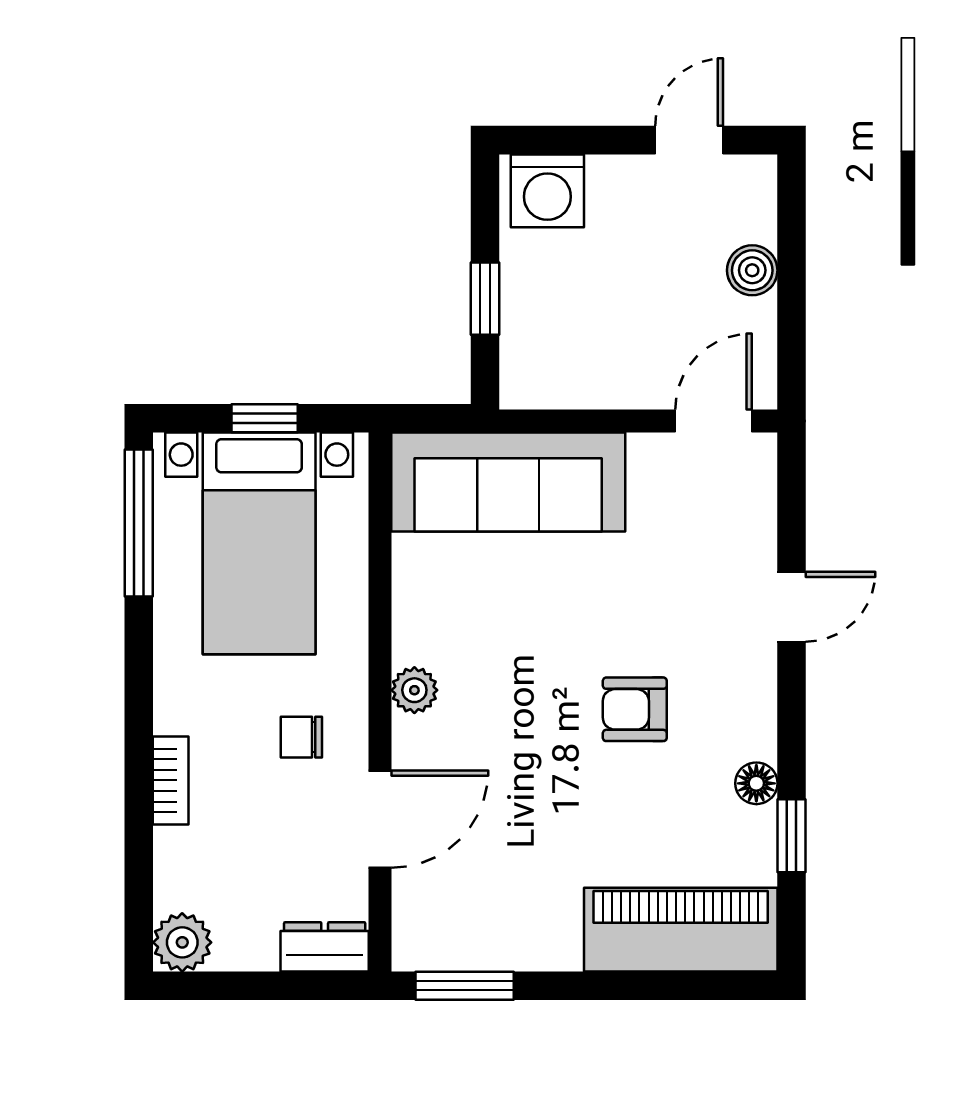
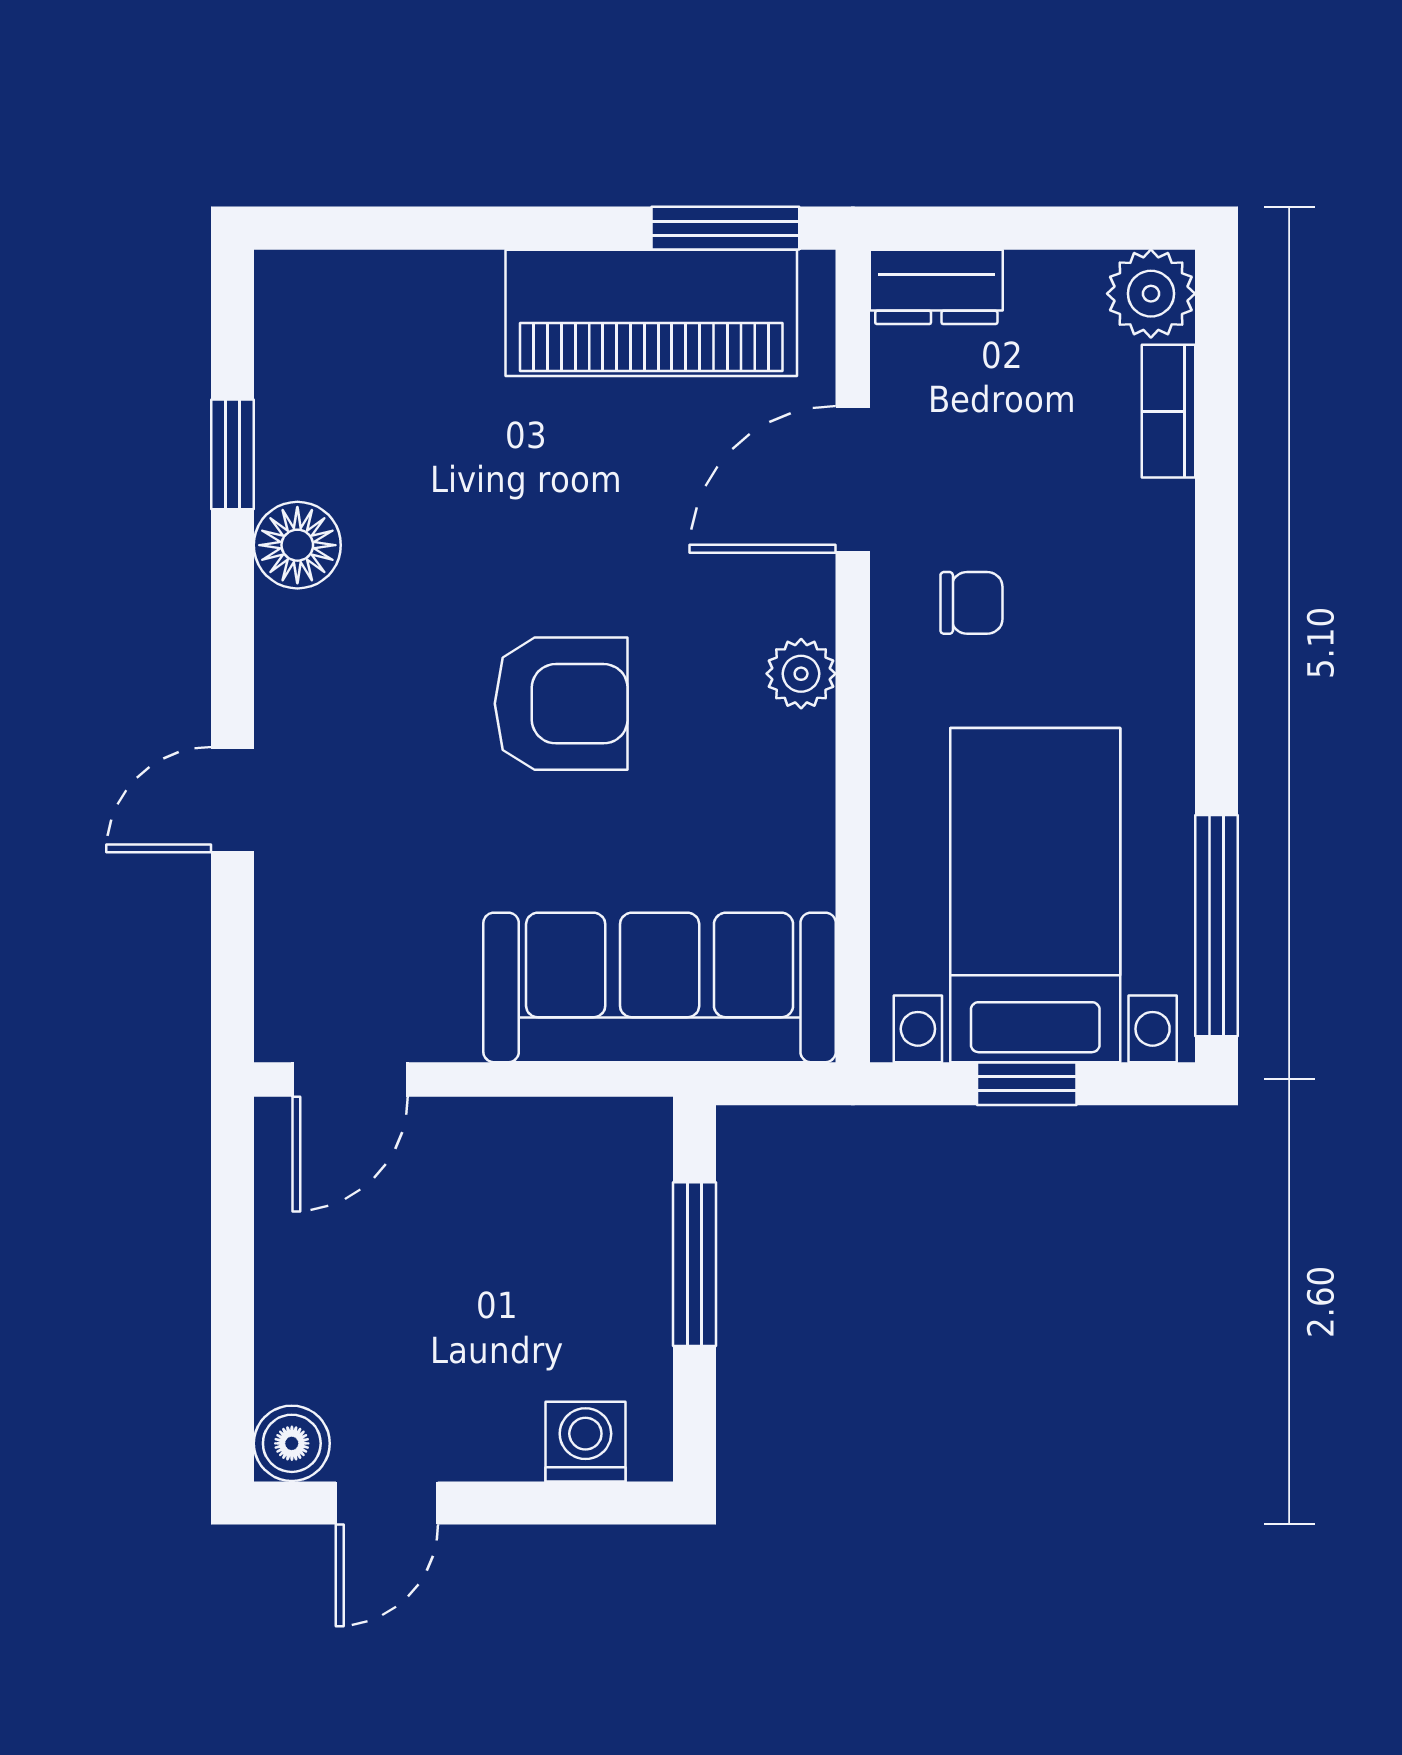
washing machine: (547, 191) -> (585, 1442), width x0.73, depth x0.73
boiler: (752, 270) -> (292, 1443), moved
window: (485, 299) -> (695, 1264), width x1.50
armchair: (635, 709) -> (561, 704), moved, width x1.38, depth x1.38
bookcase: (171, 780) -> (1168, 411), moved
floor lamp: (756, 783) -> (297, 545), width x1.37, depth x1.37
piano: (681, 930) -> (651, 313), moved

